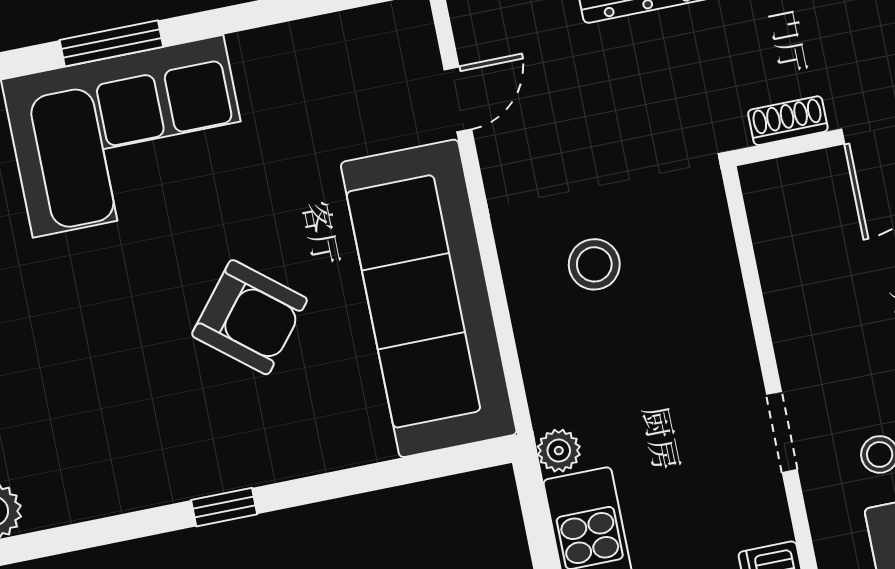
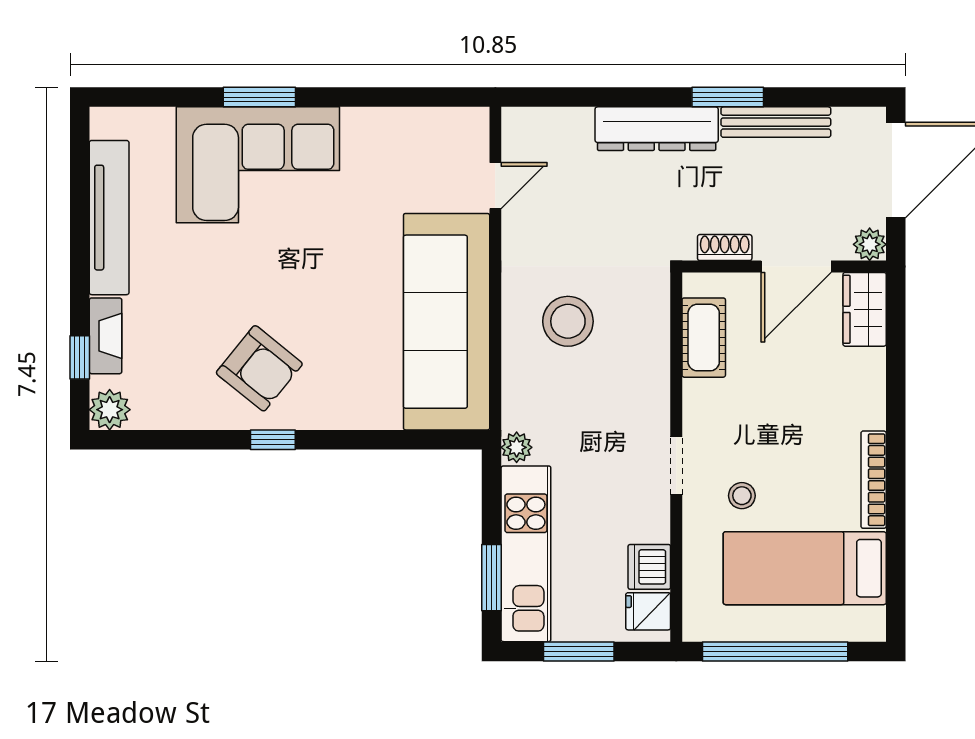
cot: (784, 249) -> (704, 338), added
stool: (594, 264) -> (568, 321), width x1.38, depth x1.38
armchair: (250, 317) -> (259, 368), moved

